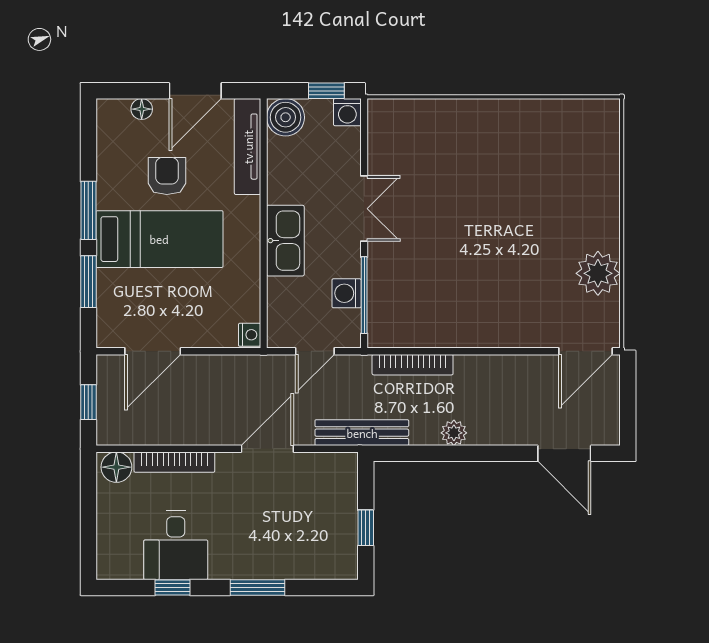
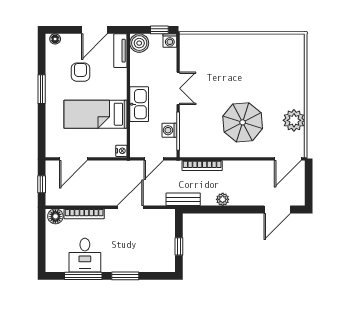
floor lamp: (142, 109) -> (55, 39), moved
tv unit: (248, 147) -> (120, 51), width x0.71
bed: (159, 239) -> (95, 114), moved, turned 180
parasol: (494, 277) -> (243, 122), added
window: (88, 282) -> (42, 125), removed
bench: (362, 433) -> (183, 199), width x0.73
door: (564, 453) -> (277, 210), hinge flipped
window: (172, 587) -> (83, 276), width x2.17

